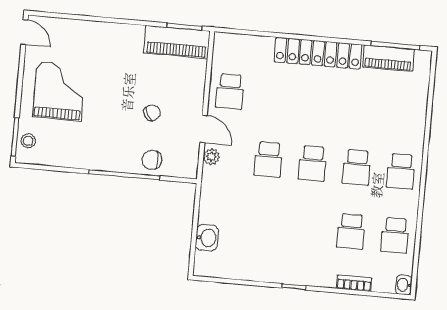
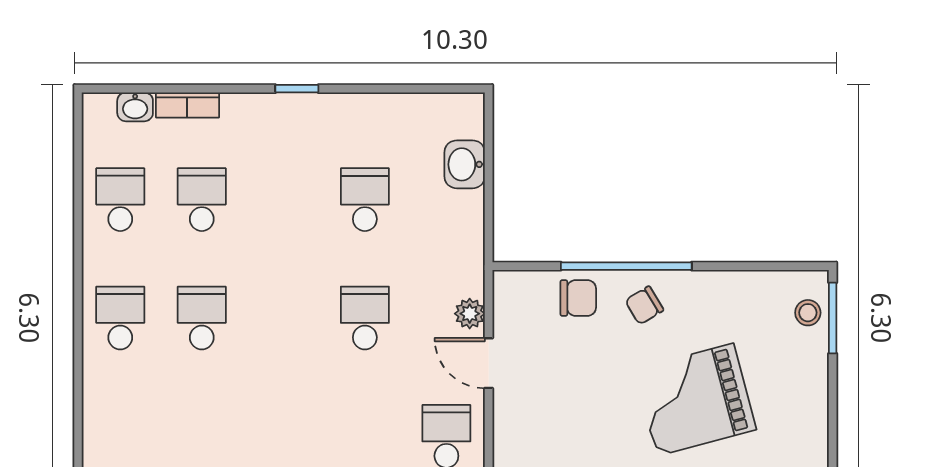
grand piano: (59, 91) -> (695, 400), moved, turned 75
chair: (152, 113) -> (644, 305), moved
school desk: (312, 163) -> (365, 200), moved
washbasin: (404, 285) -> (135, 107), moved, turned 90

